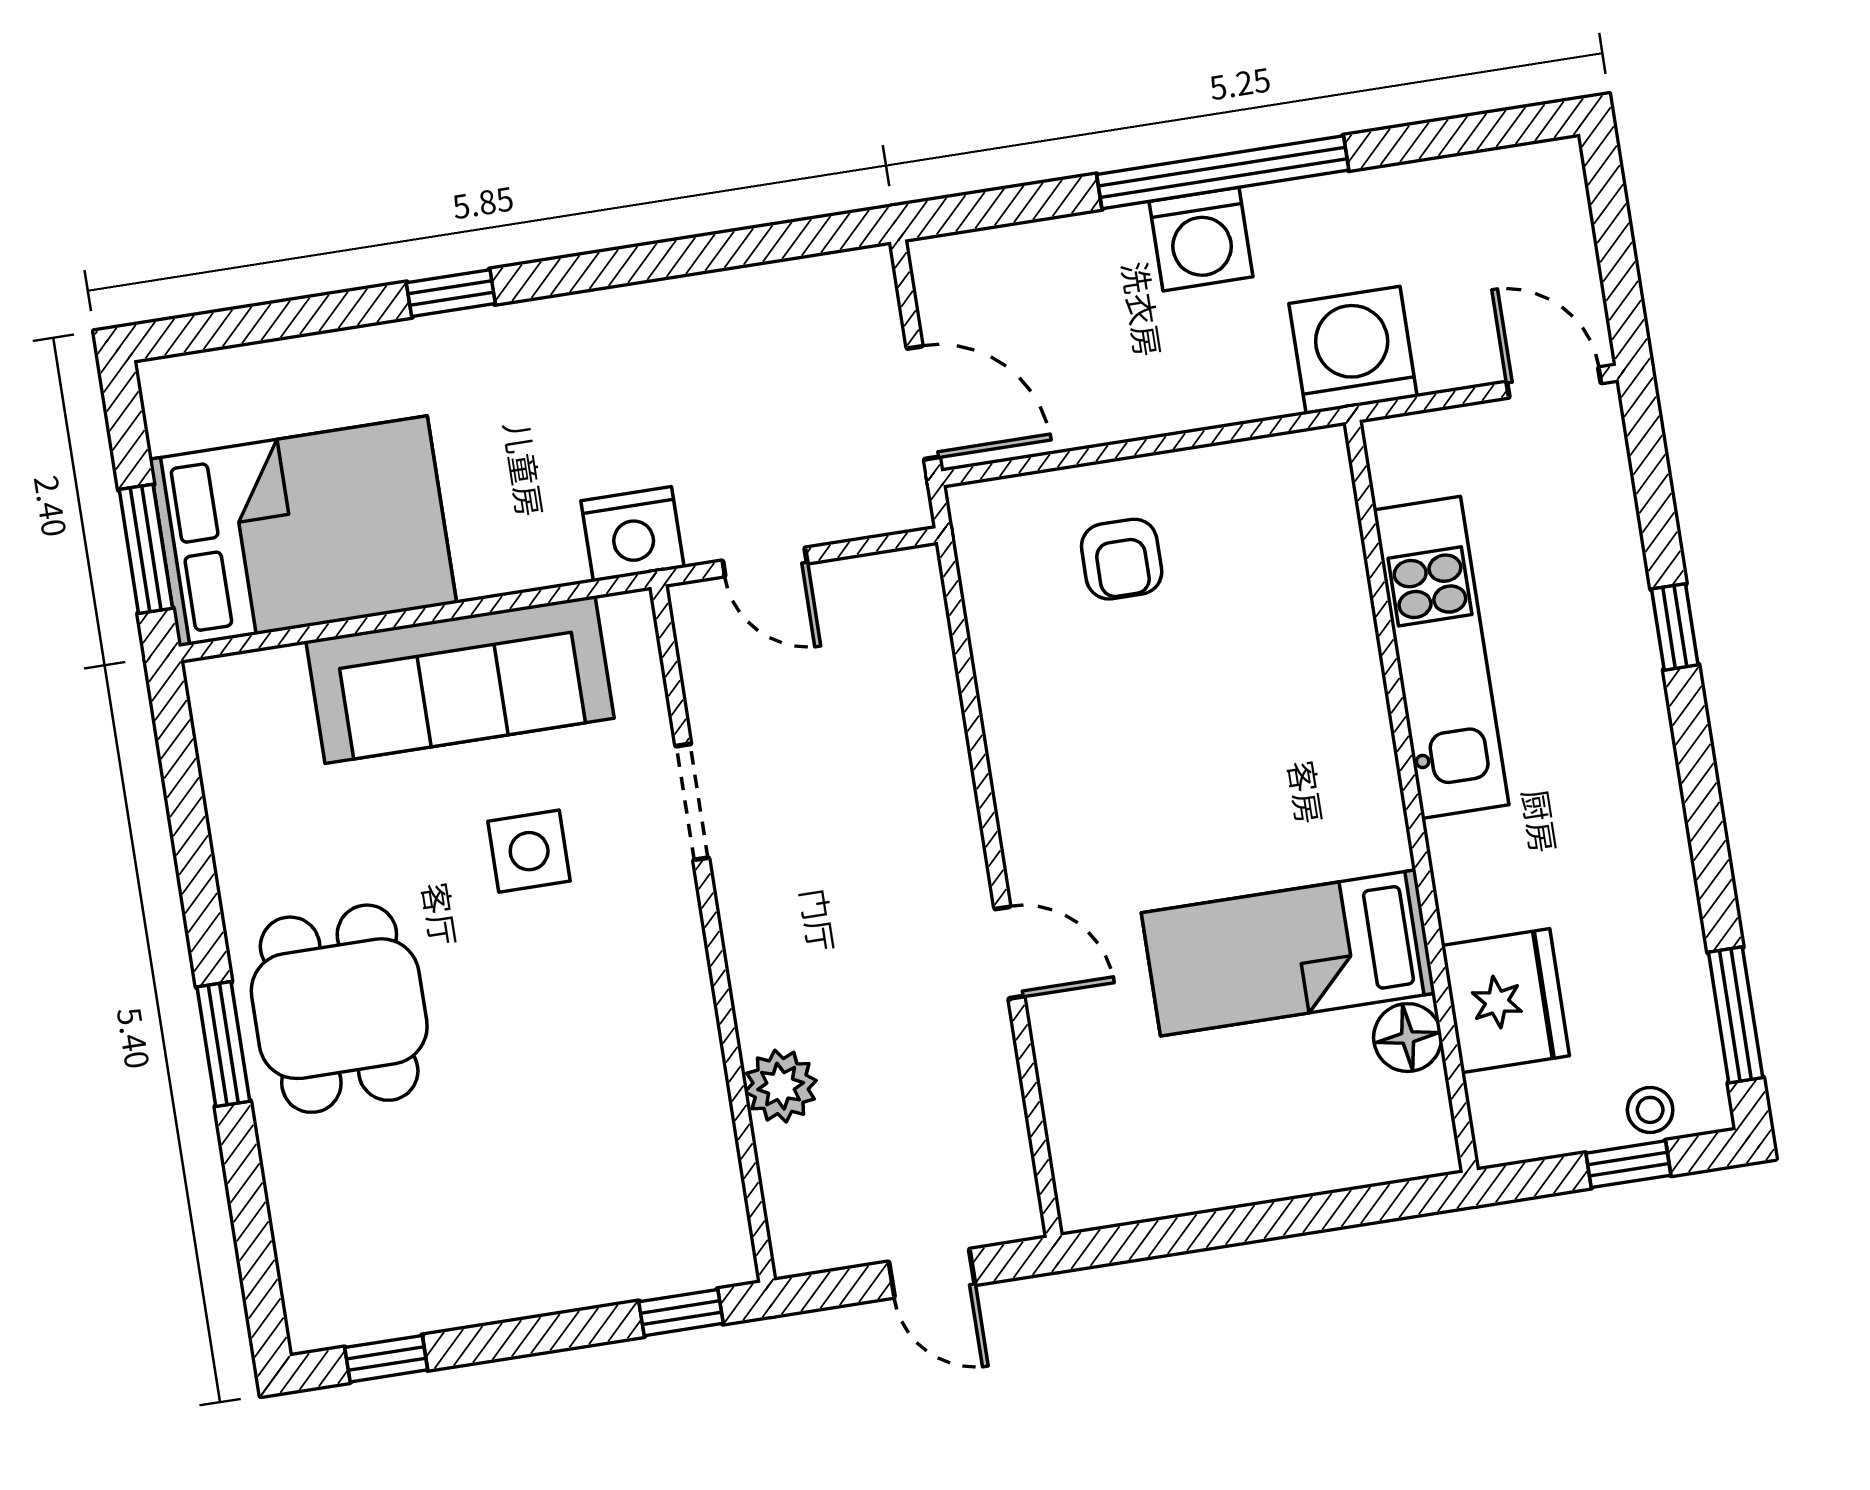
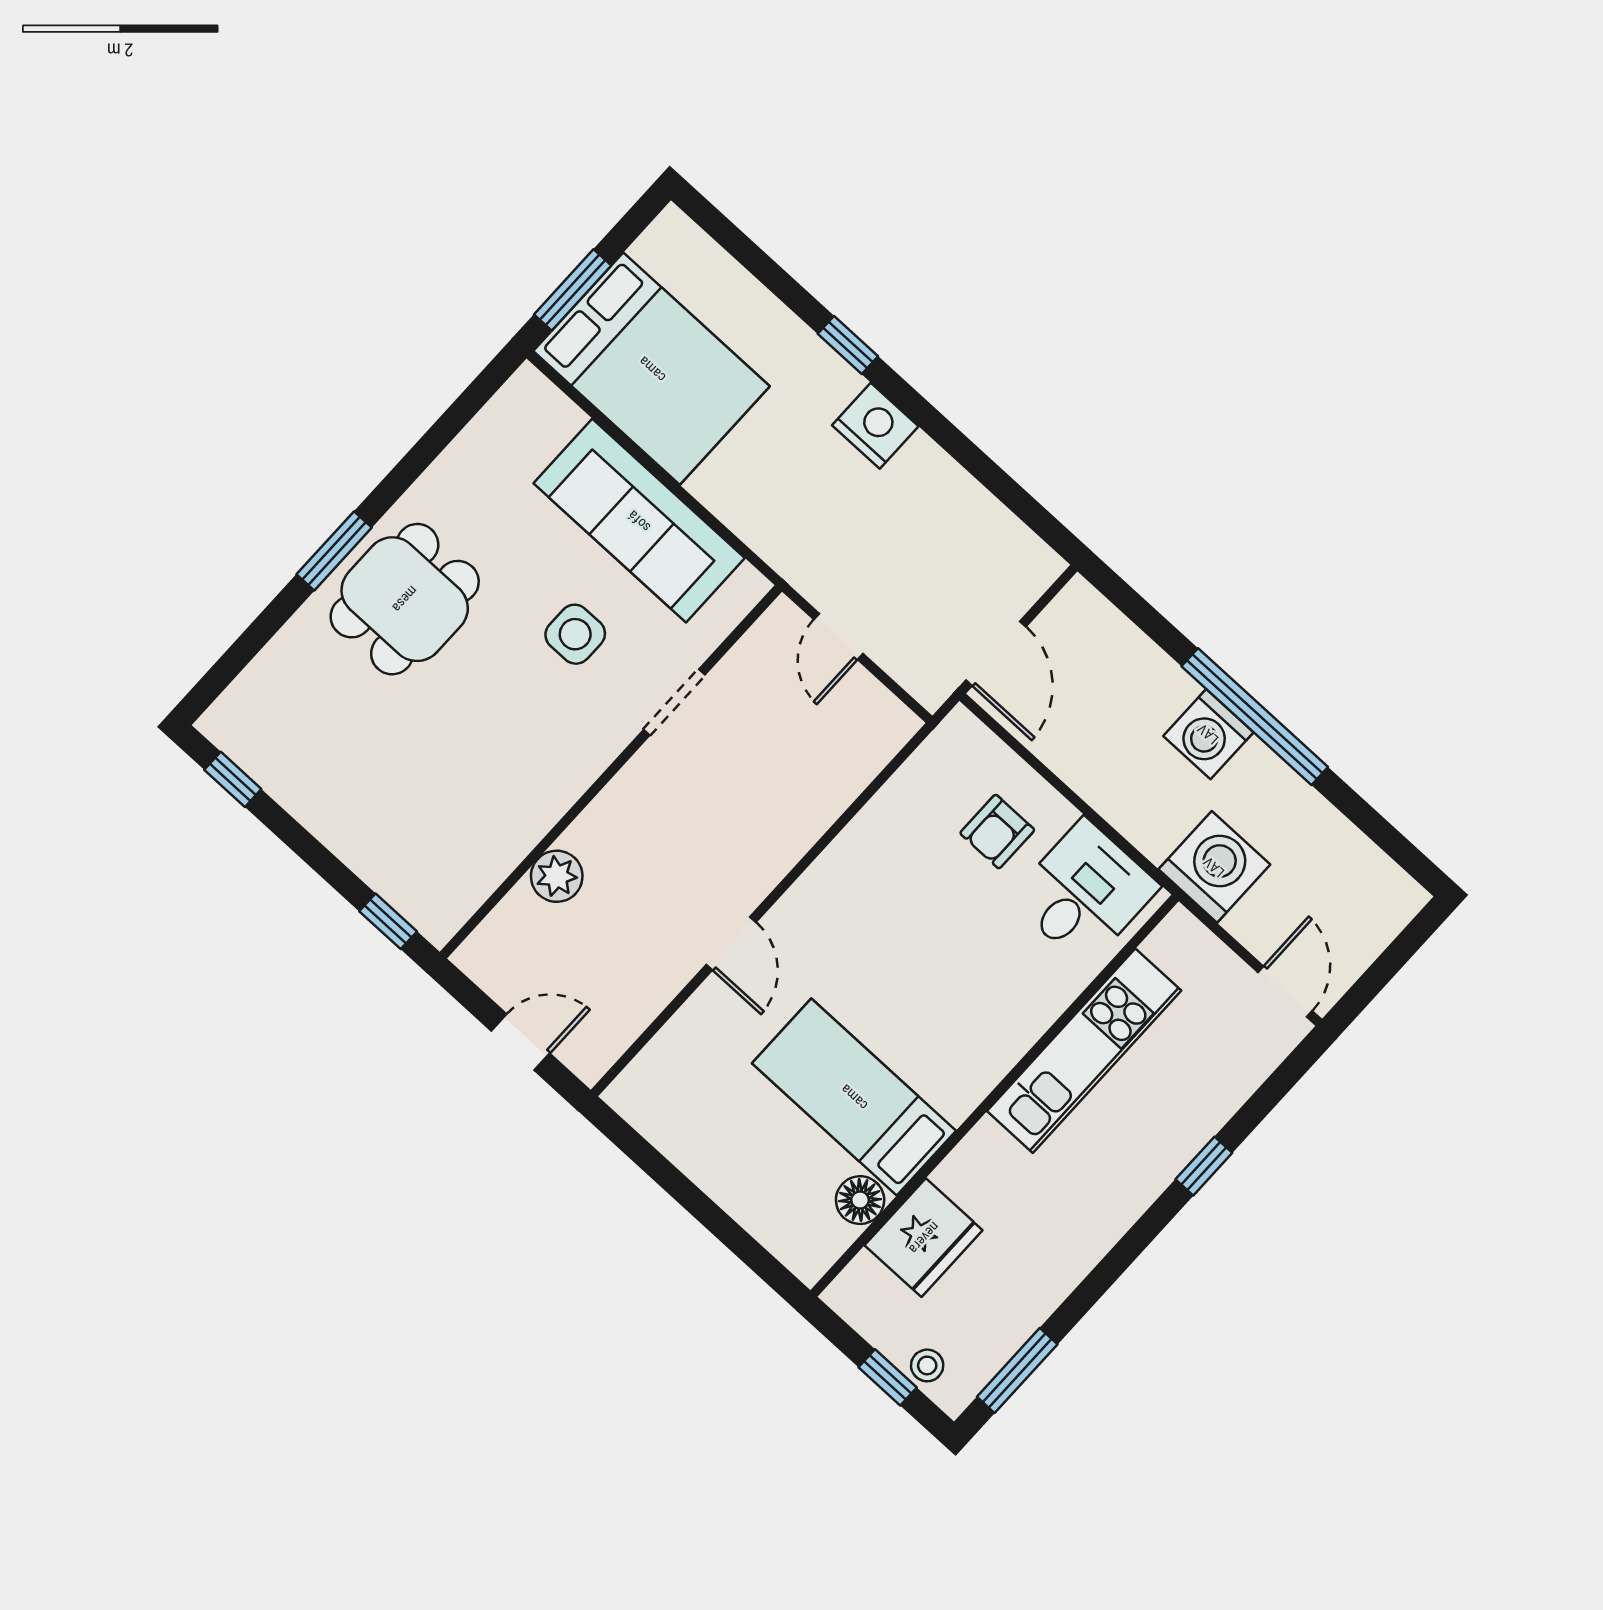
desk: (1267, 517) -> (1085, 893), added
nightstand: (633, 534) -> (875, 426), moved, turned 180
door: (932, 1273) -> (520, 1042), swing flipped

